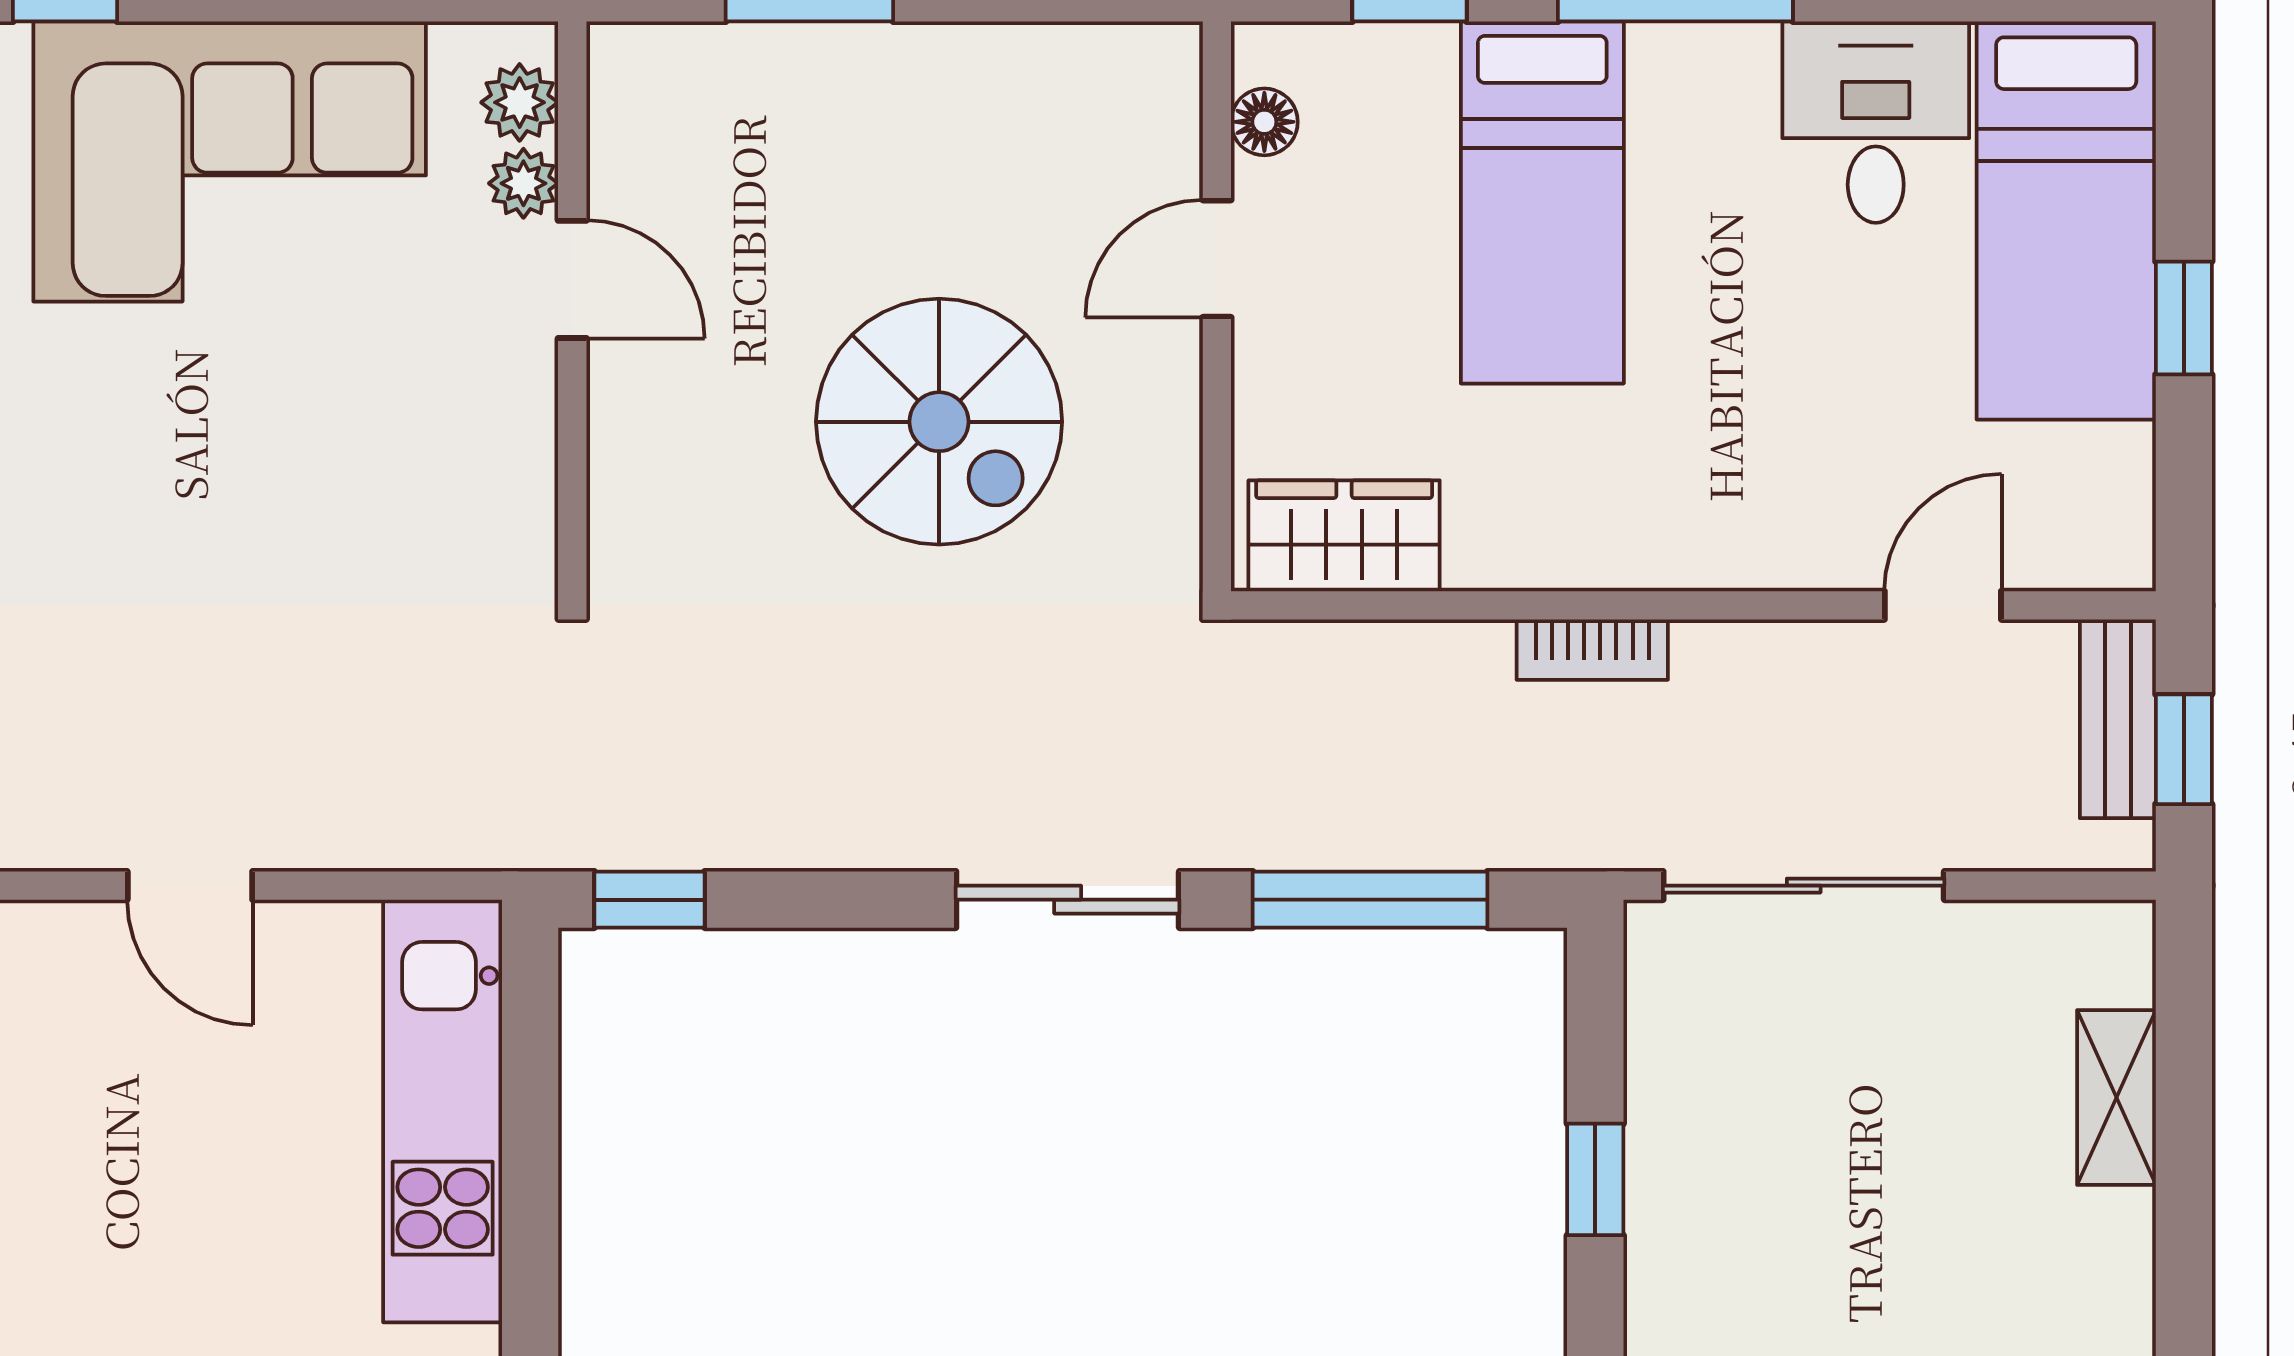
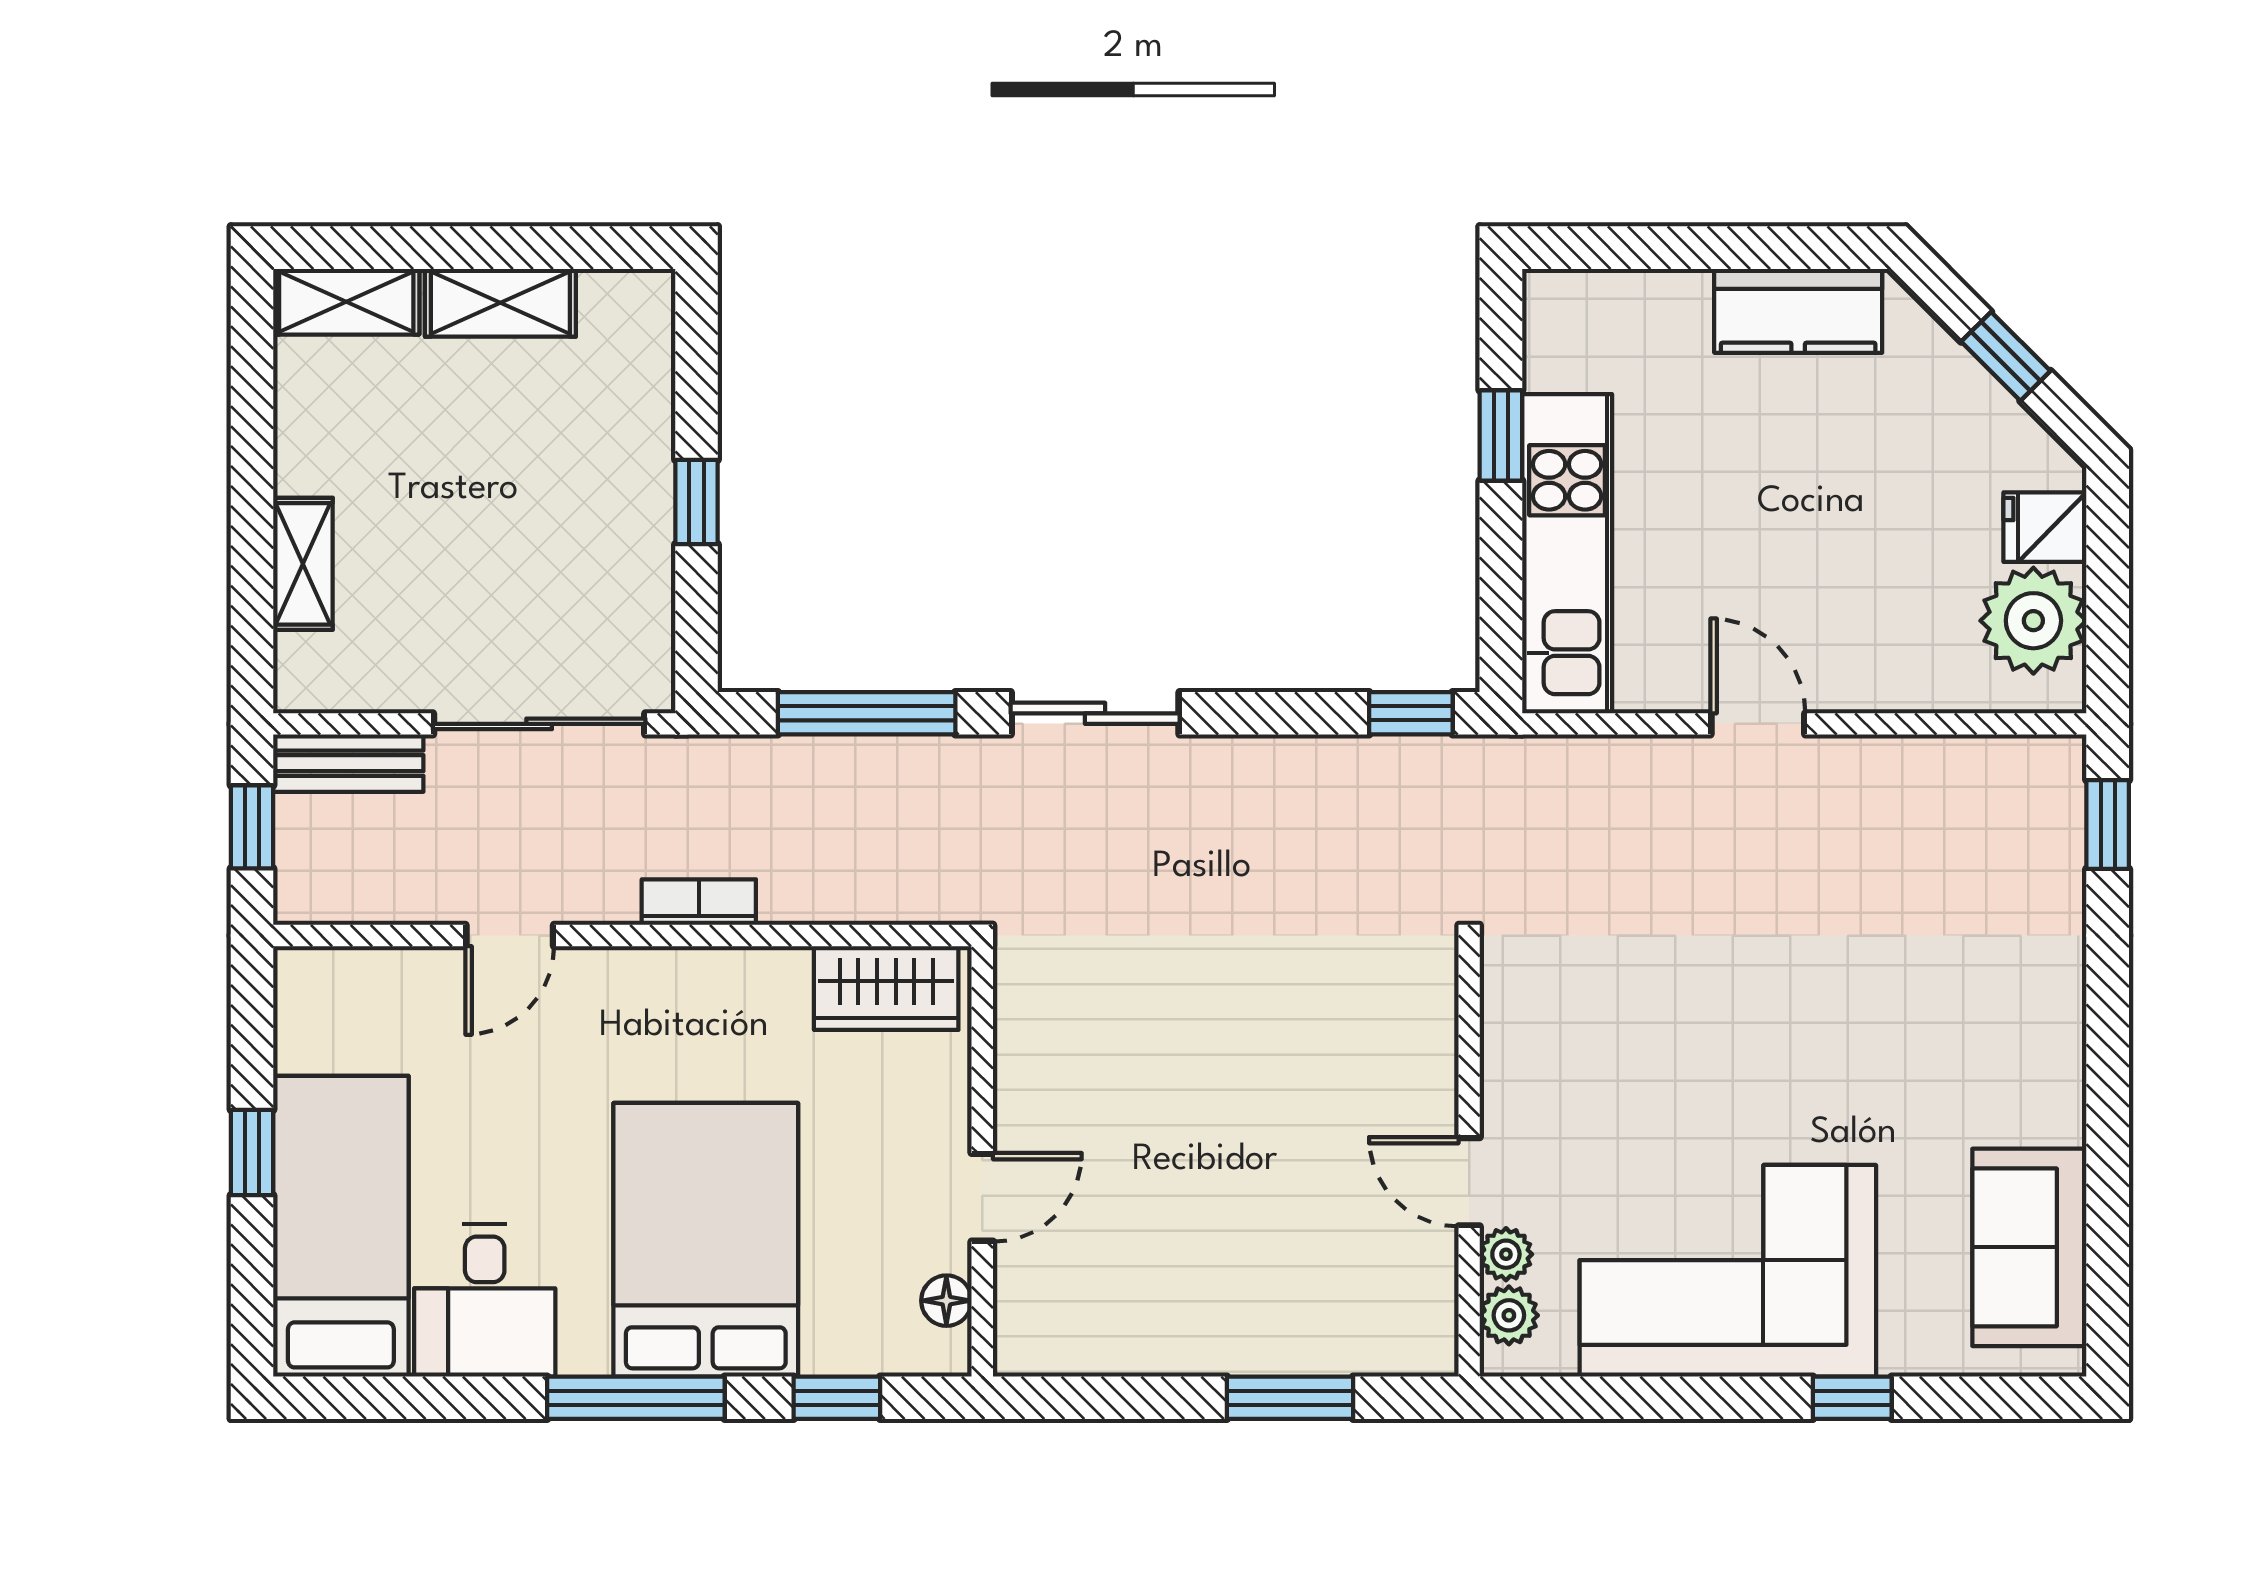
bed: (1542, 203) -> (706, 1240), width x1.50
spiral stairs: (939, 422) -> (1192, 1074), removed
door: (1943, 605) -> (510, 936), moved
bench: (2118, 719) -> (348, 763), moved, turned 90
window: (530, 1267) -> (1501, 436), added

